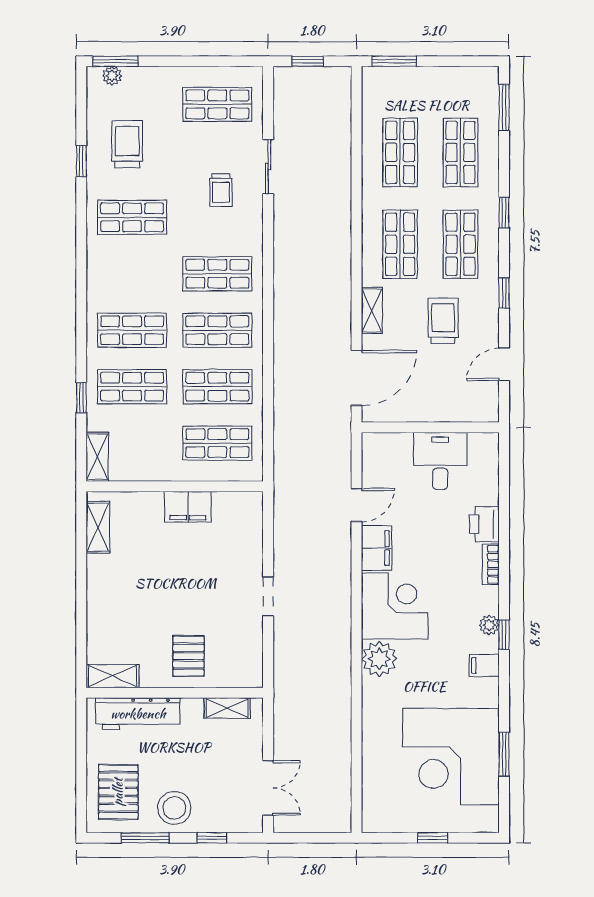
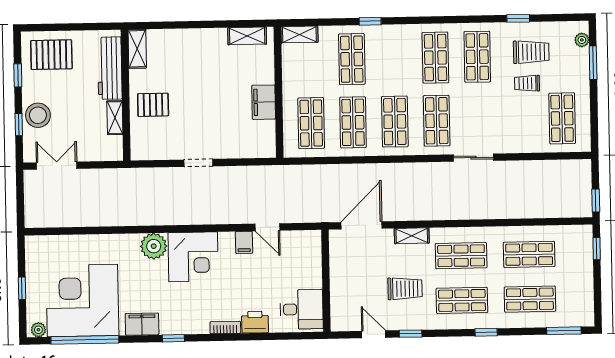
window: (115, 61) -> (593, 63), moved
window: (308, 61) -> (596, 200), moved
window: (394, 61) -> (597, 249), width x0.67
sliding door: (268, 167) -> (473, 158), moved
trolley: (221, 190) -> (527, 83), moved
window: (504, 293) -> (411, 334), moved
shop shelf: (132, 330) -> (435, 58), moved
door: (357, 378) -> (361, 225), swing flipped
window: (81, 398) -> (370, 21), moved
desk: (440, 461) -> (302, 309), moved
filing cabinet: (377, 548) -> (244, 242), width x0.50
plant: (489, 625) -> (38, 330), moved
filing cabinet: (484, 665) -> (142, 324), width x2.00
shelving: (227, 708) -> (115, 118), moved
window: (504, 754) -> (85, 340), width x2.11
double door: (268, 788) -> (57, 166), swing flipped
stool: (174, 808) -> (38, 115), moved
window: (145, 838) -> (18, 75), width x0.67

